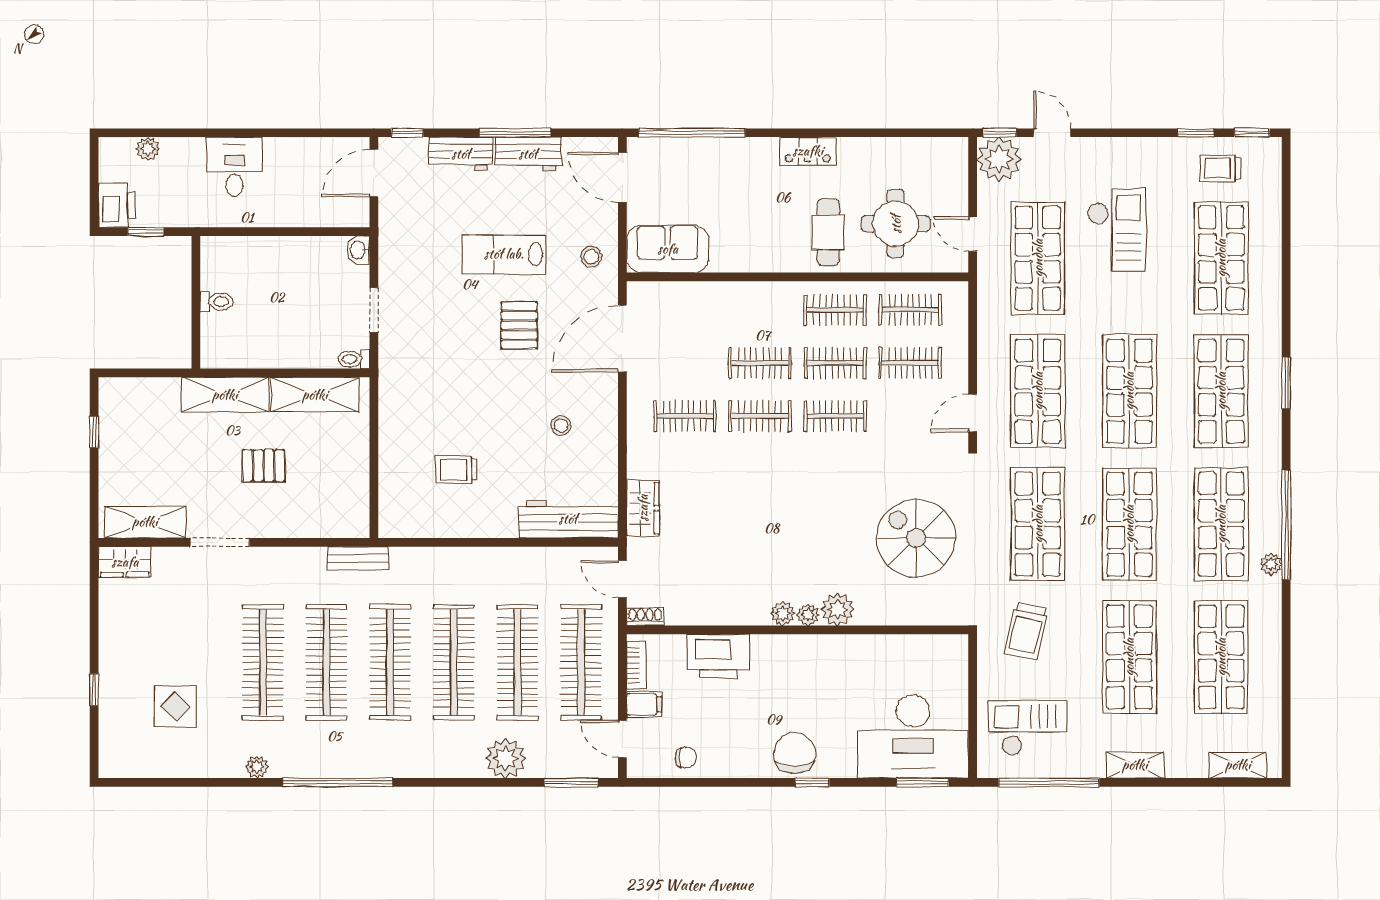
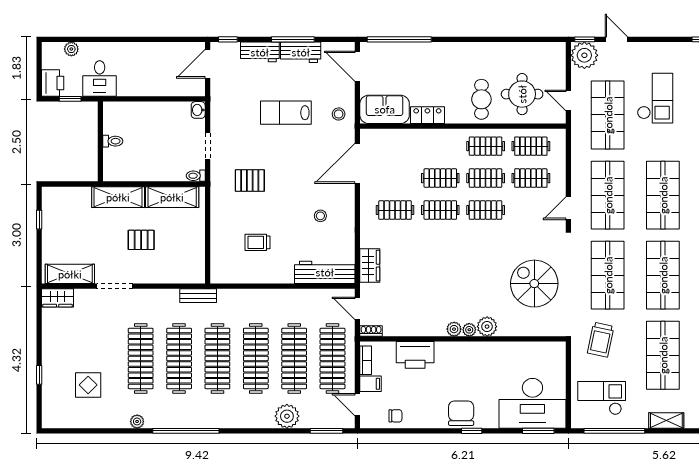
locker: (808, 151) -> (427, 115), moved, turned 180
desk: (235, 167) -> (100, 78), moved, turned 180
pallet: (519, 325) -> (250, 181), moved, turned 90

